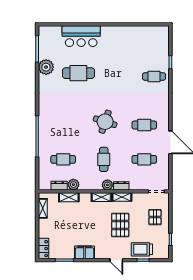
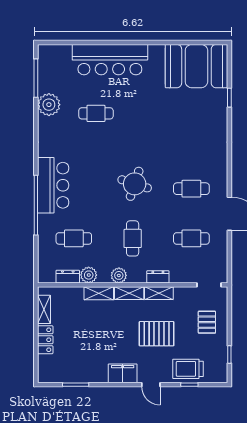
bar counter: (81, 36) -> (110, 60), width x1.36
booth: (148, 41) -> (196, 66), added
cafe table: (78, 73) -> (96, 113), width x0.73, depth x0.74
cafe table: (154, 76) -> (206, 118), removed
bar counter: (49, 123) -> (53, 185), added
plant: (107, 185) -> (119, 275), moved
shelving: (69, 197) -> (99, 293), moved
pallet: (120, 225) -> (157, 334), turned 90
locker: (44, 249) -> (45, 340), moved
filing cabinet: (85, 252) -> (123, 373), moved

